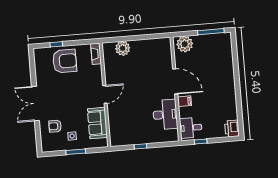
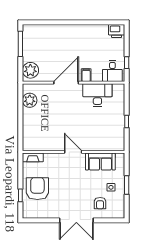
plant: (123, 48) -> (30, 100), moved

